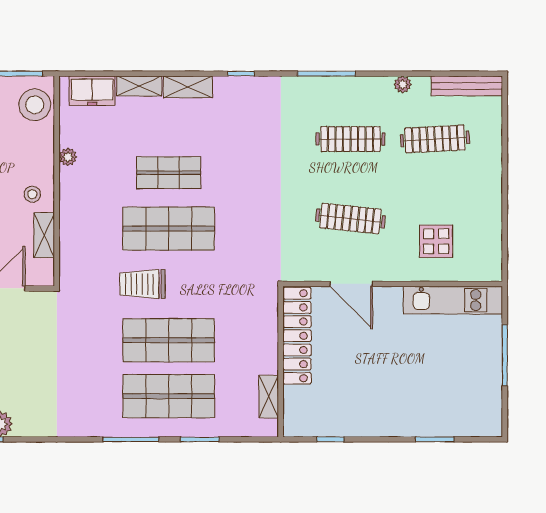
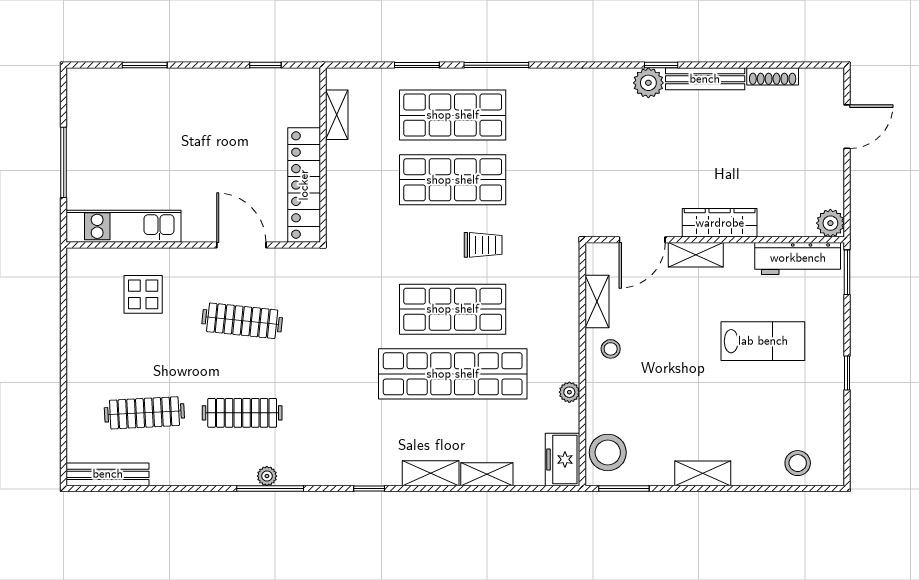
plant: (403, 84) -> (267, 476), moved
freezer: (92, 91) -> (563, 459), moved, turned -90
shop shelf: (169, 173) -> (453, 374), width x2.00, depth x1.36
trolley: (142, 284) -> (483, 245), width x0.73, depth x0.72

